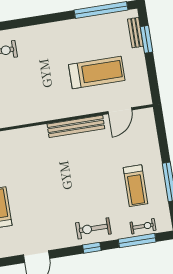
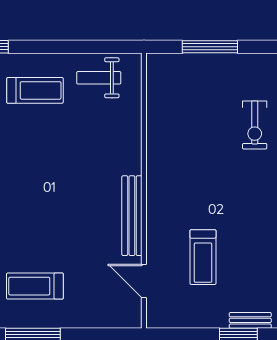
treadmill: (97, 72) -> (203, 257), width x0.73, depth x0.73

